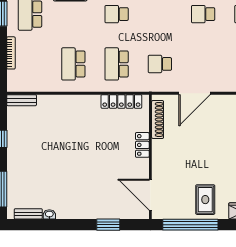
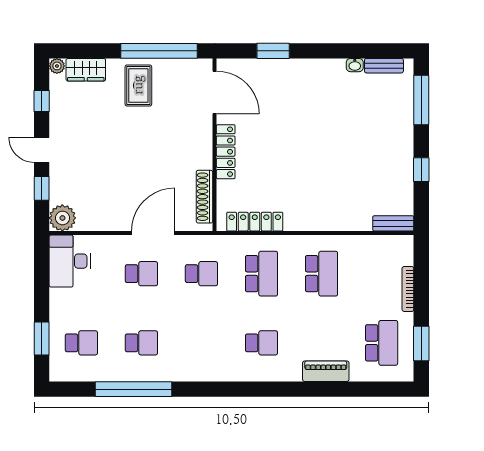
school desk: (203, 64) -> (141, 274), added
locker: (142, 145) -> (226, 152), width x1.53

